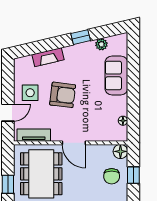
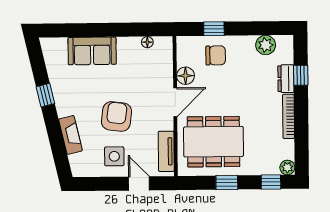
plant: (101, 44) -> (54, 70), removed
floor lamp: (120, 151) -> (185, 76), moved

